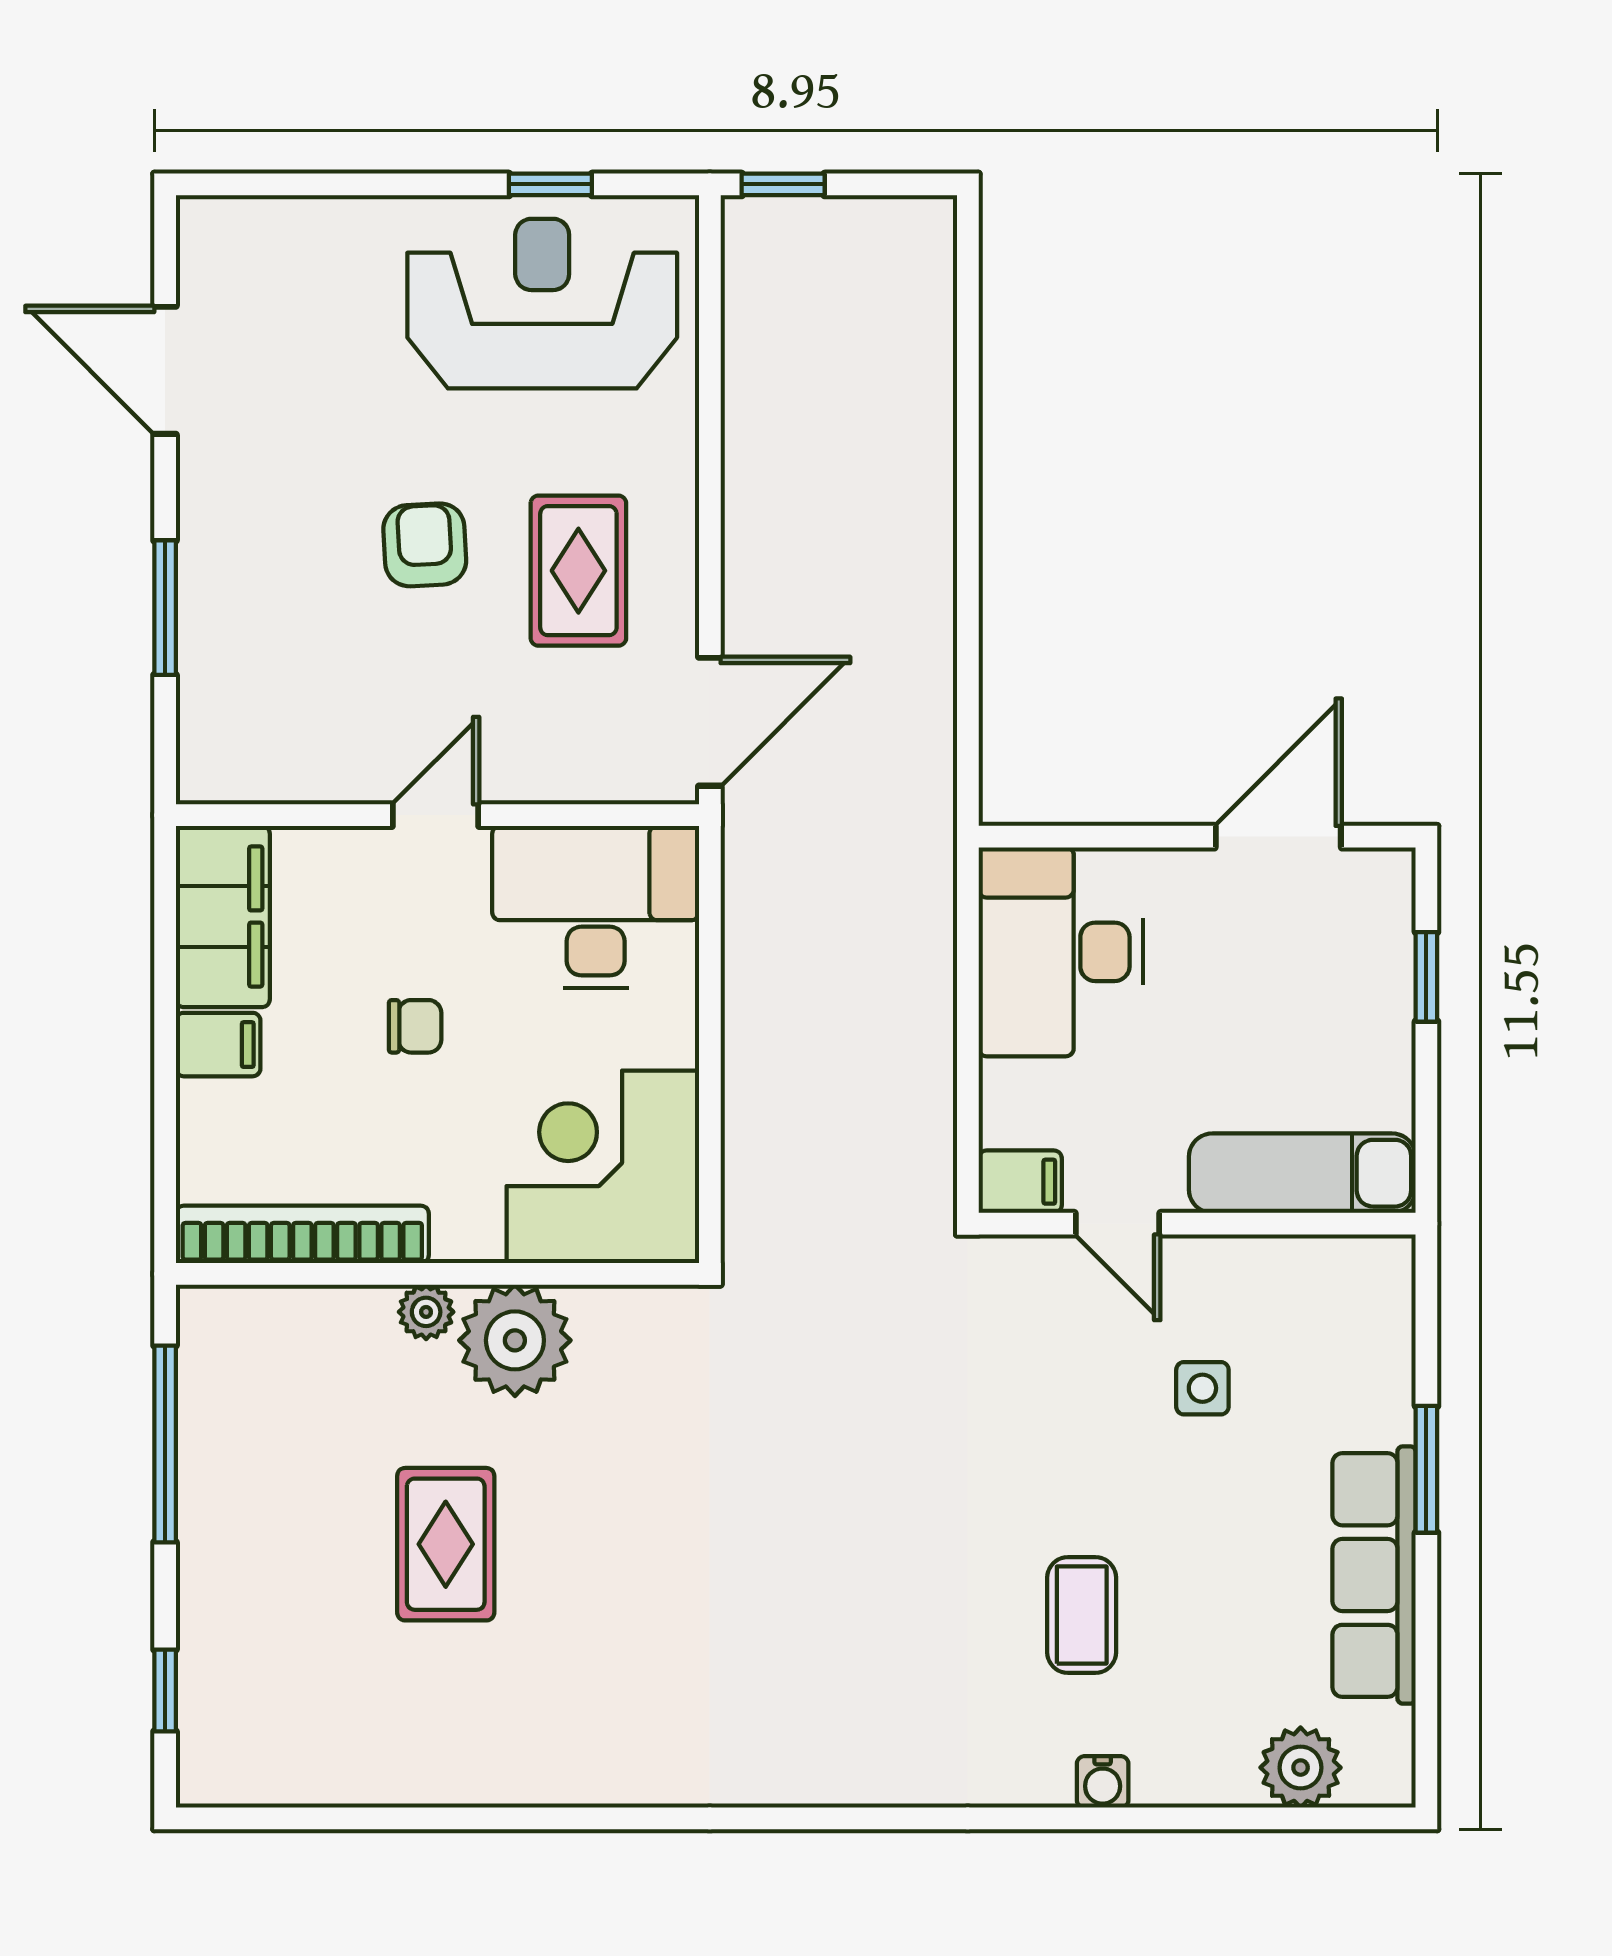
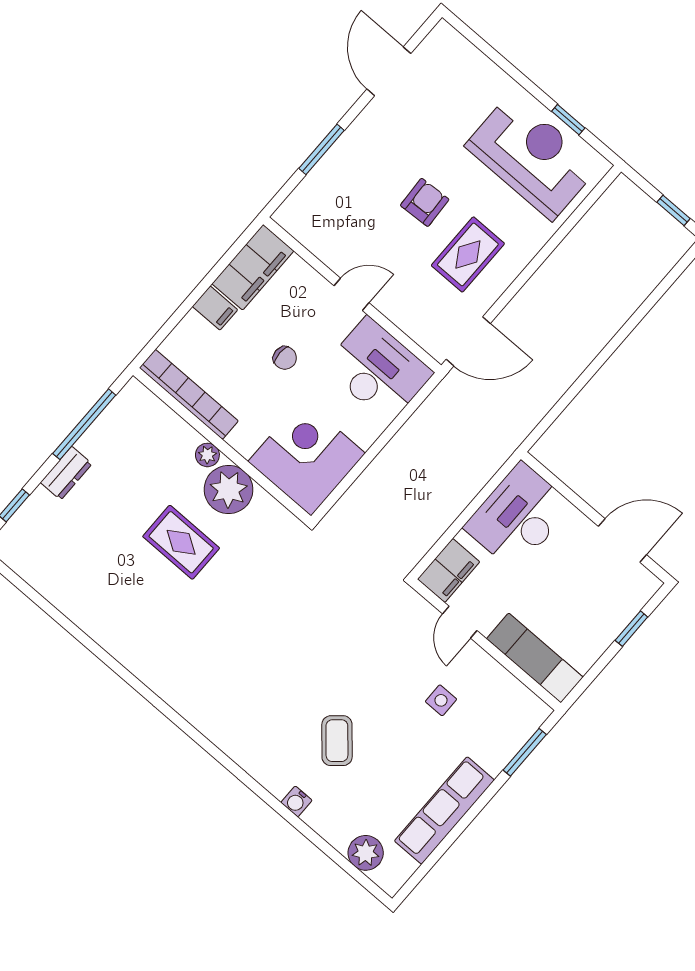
window: (783, 184) -> (674, 210), moved
filing cabinet: (1020, 1182) -> (449, 570), width x2.00
window: (1426, 1469) -> (525, 752), moved
rug: (446, 1544) -> (181, 542), moved, turned 90
dresser: (207, 1556) -> (66, 473), added
coffee table: (1082, 1615) -> (337, 741), turned -41

